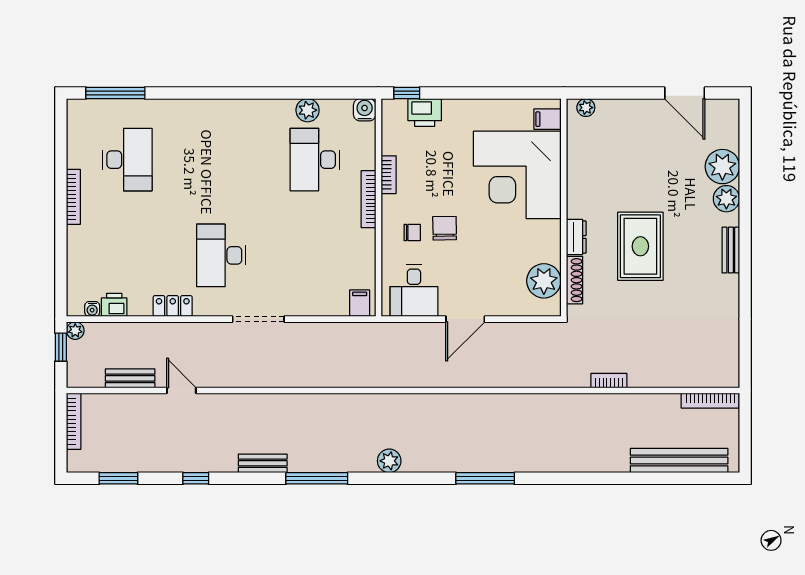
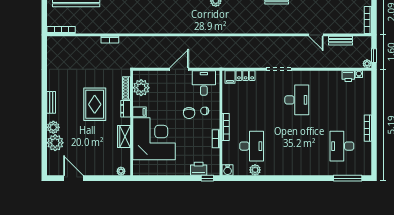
filing cabinet: (547, 119) -> (140, 112), moved
wardrobe: (580, 179) -> (124, 137), added
locker: (173, 306) -> (246, 76), moved

